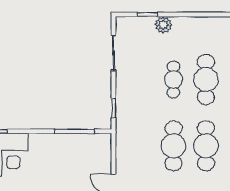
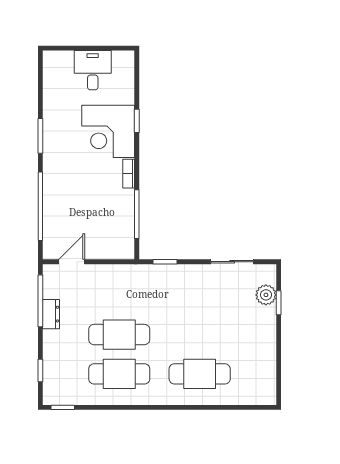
plant: (163, 25) -> (266, 295), moved
cafe table: (173, 80) -> (200, 335), removed
bookcase: (41, 138) -> (129, 174), added

